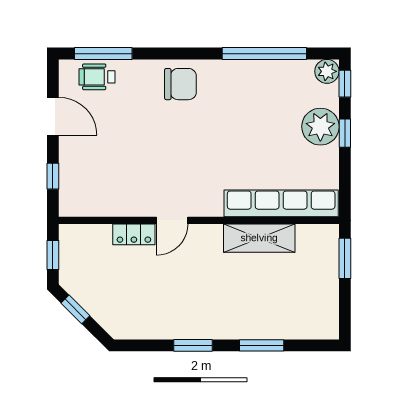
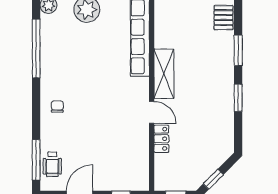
chair: (180, 84) -> (57, 107), width x0.54, depth x0.54
shelving: (259, 238) -> (164, 74), moved
pallet: (309, 324) -> (223, 18), added

